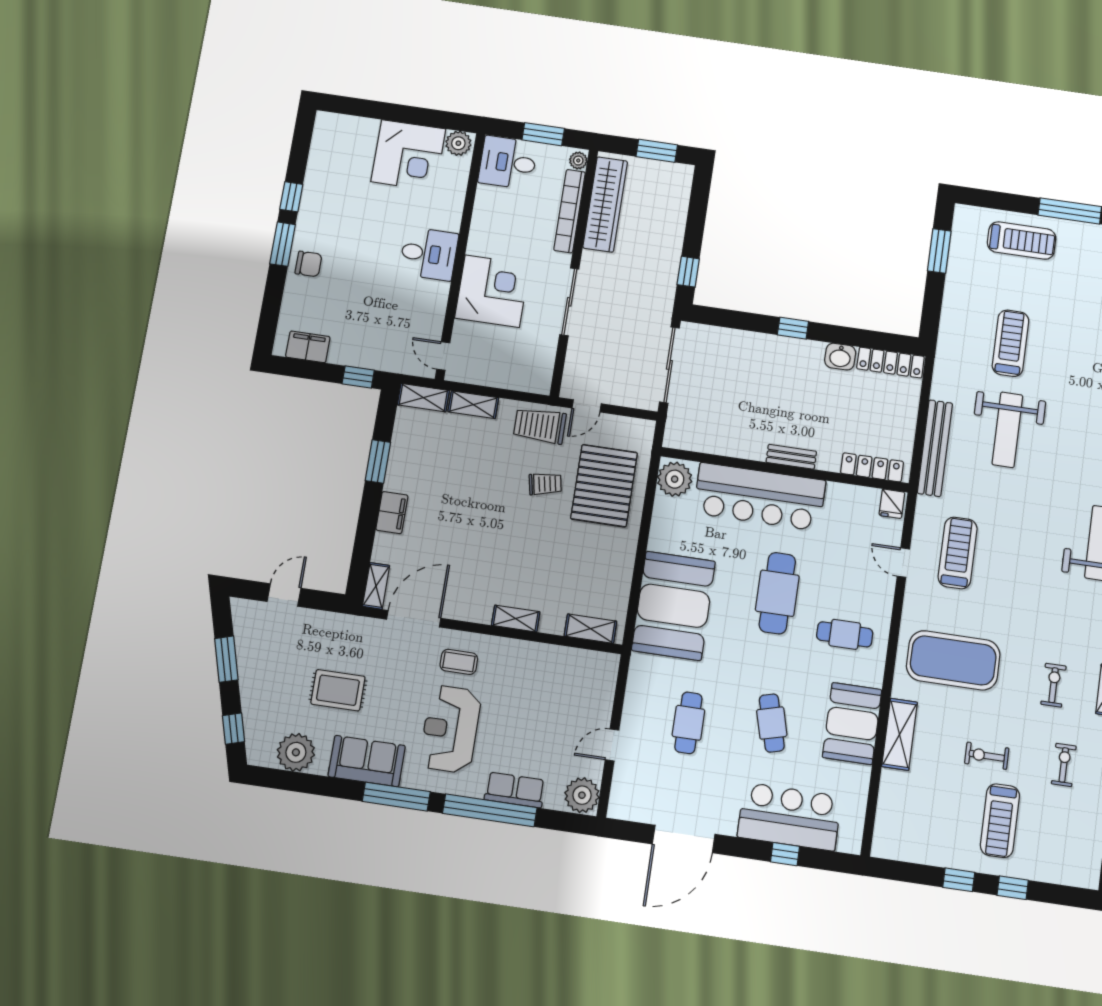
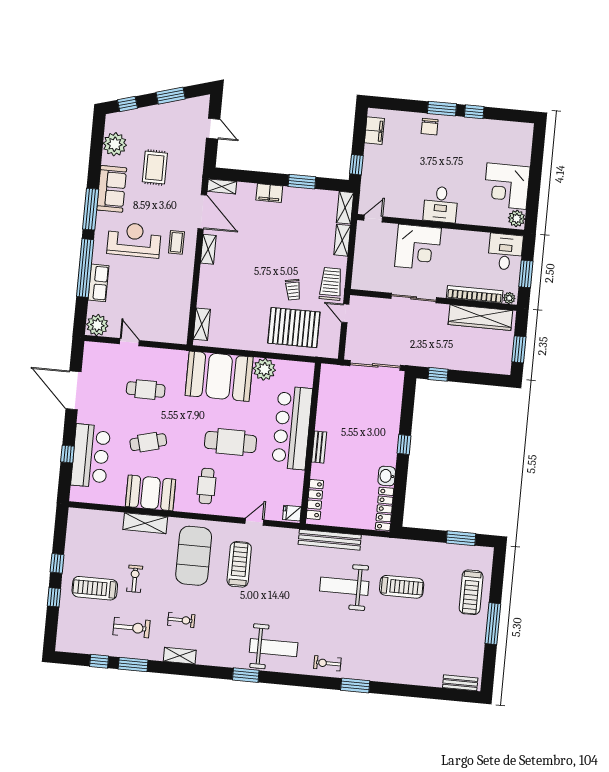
plant: (675, 479) -> (264, 369), moved
treadmill: (958, 553) -> (239, 564), moved, turned -90
shelving: (516, 619) -> (208, 249), moved
exercise bike: (1064, 765) -> (131, 628), width x1.38, depth x1.39

